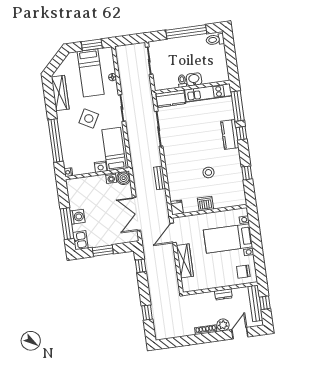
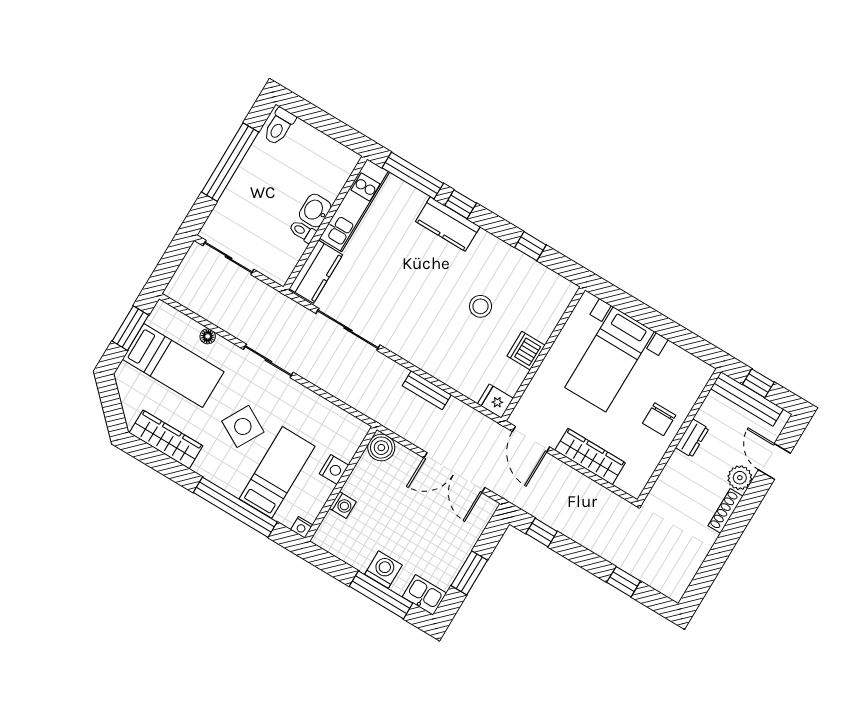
bed: (114, 149) -> (277, 472), moved, turned 90
washing machine: (111, 178) -> (343, 505), moved
chair: (243, 272) -> (659, 419), moved

